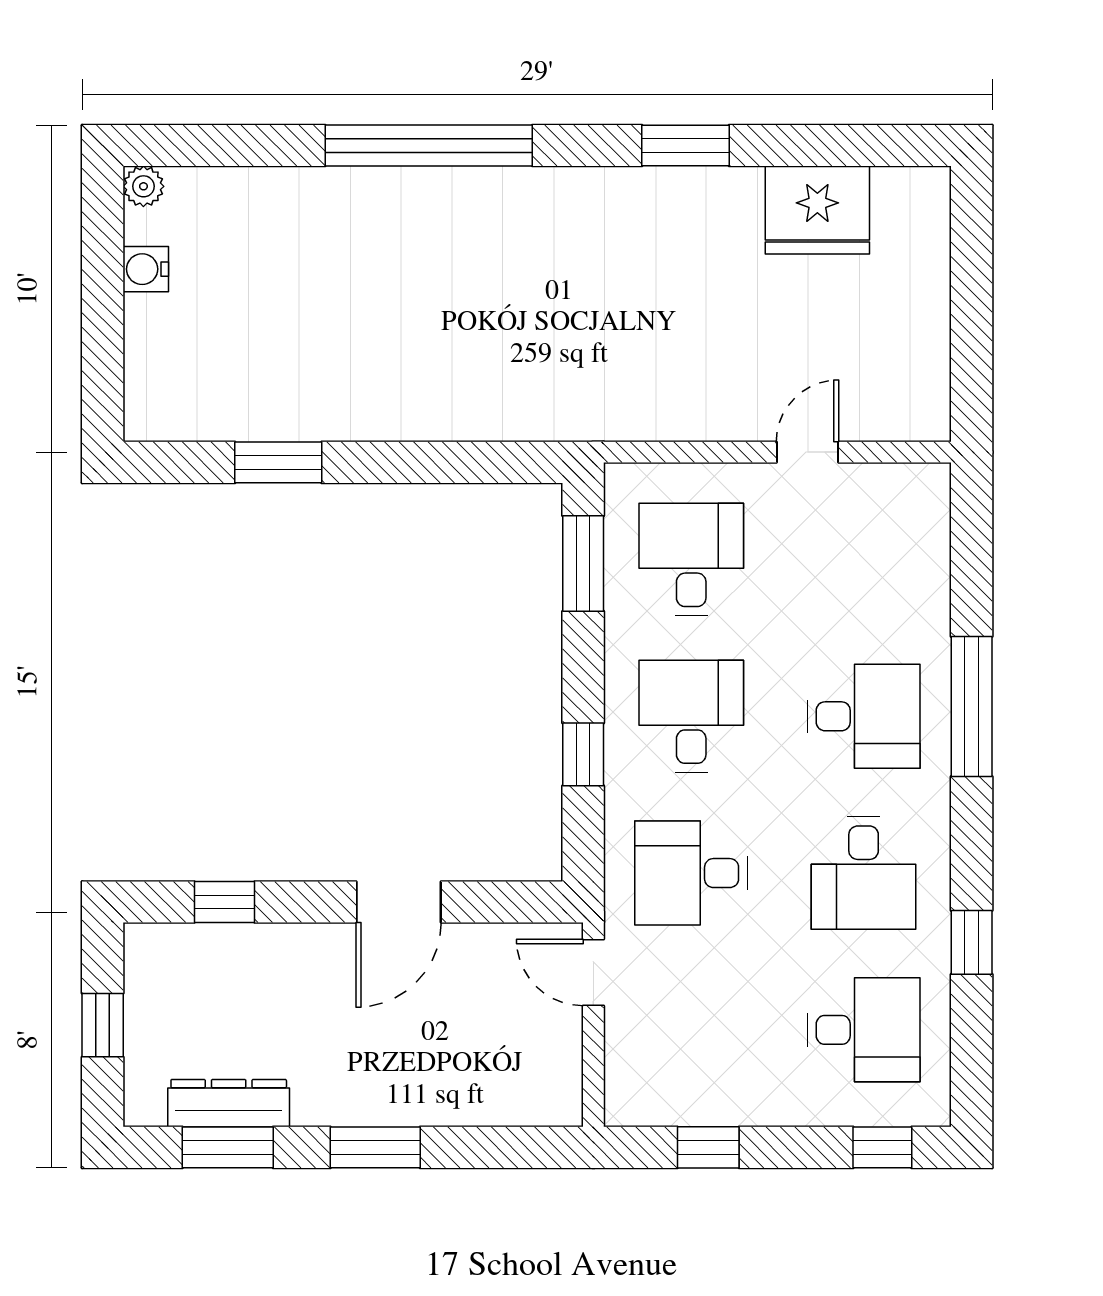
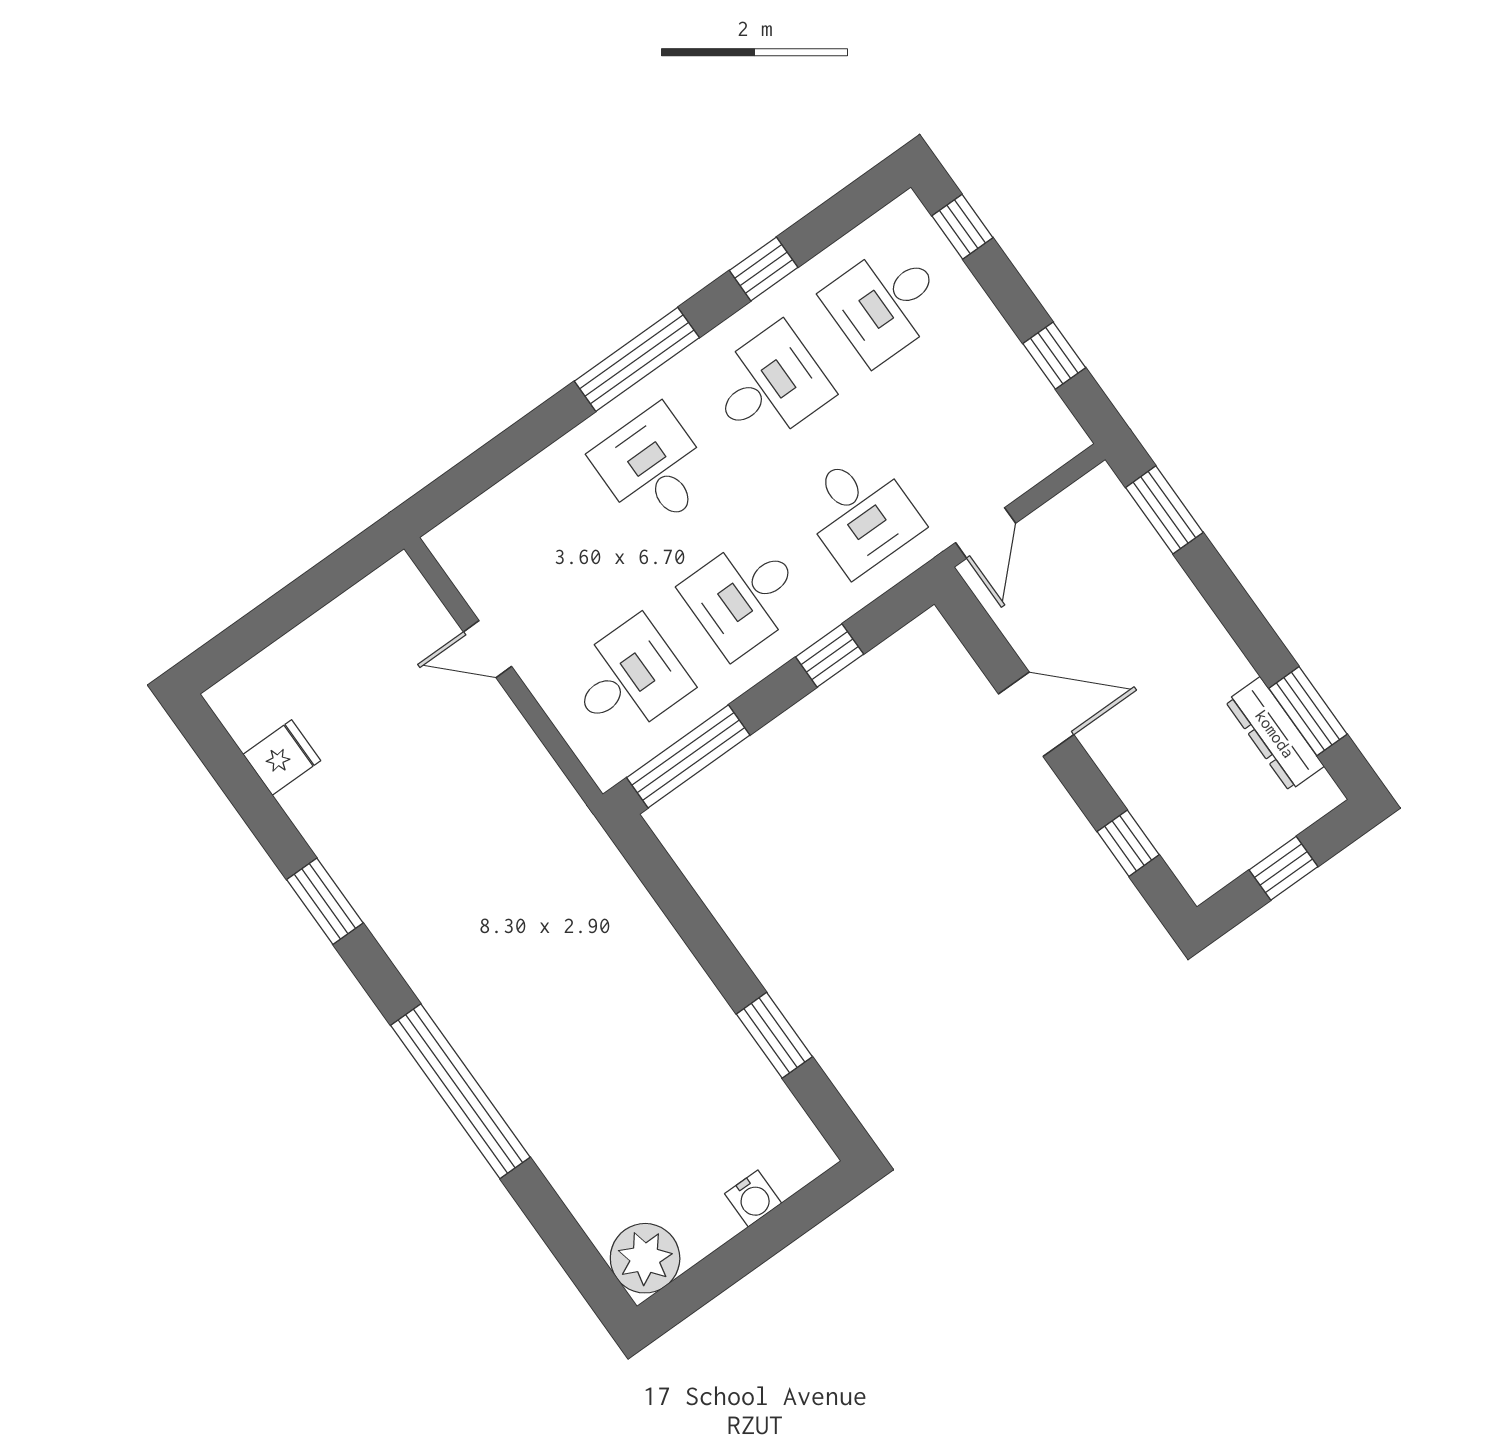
plant: (143, 186) -> (645, 1258), width x1.88, depth x1.88
fridge: (817, 210) -> (282, 757), width x0.53, depth x0.75
water cooler: (146, 269) -> (753, 1198), moved
desk: (691, 559) -> (628, 679), turned 180
window: (583, 563) -> (688, 756), width x1.44
window: (972, 706) -> (637, 359), moved
desk: (864, 1030) -> (885, 303), turned -90
window: (375, 1147) -> (1164, 510), moved

